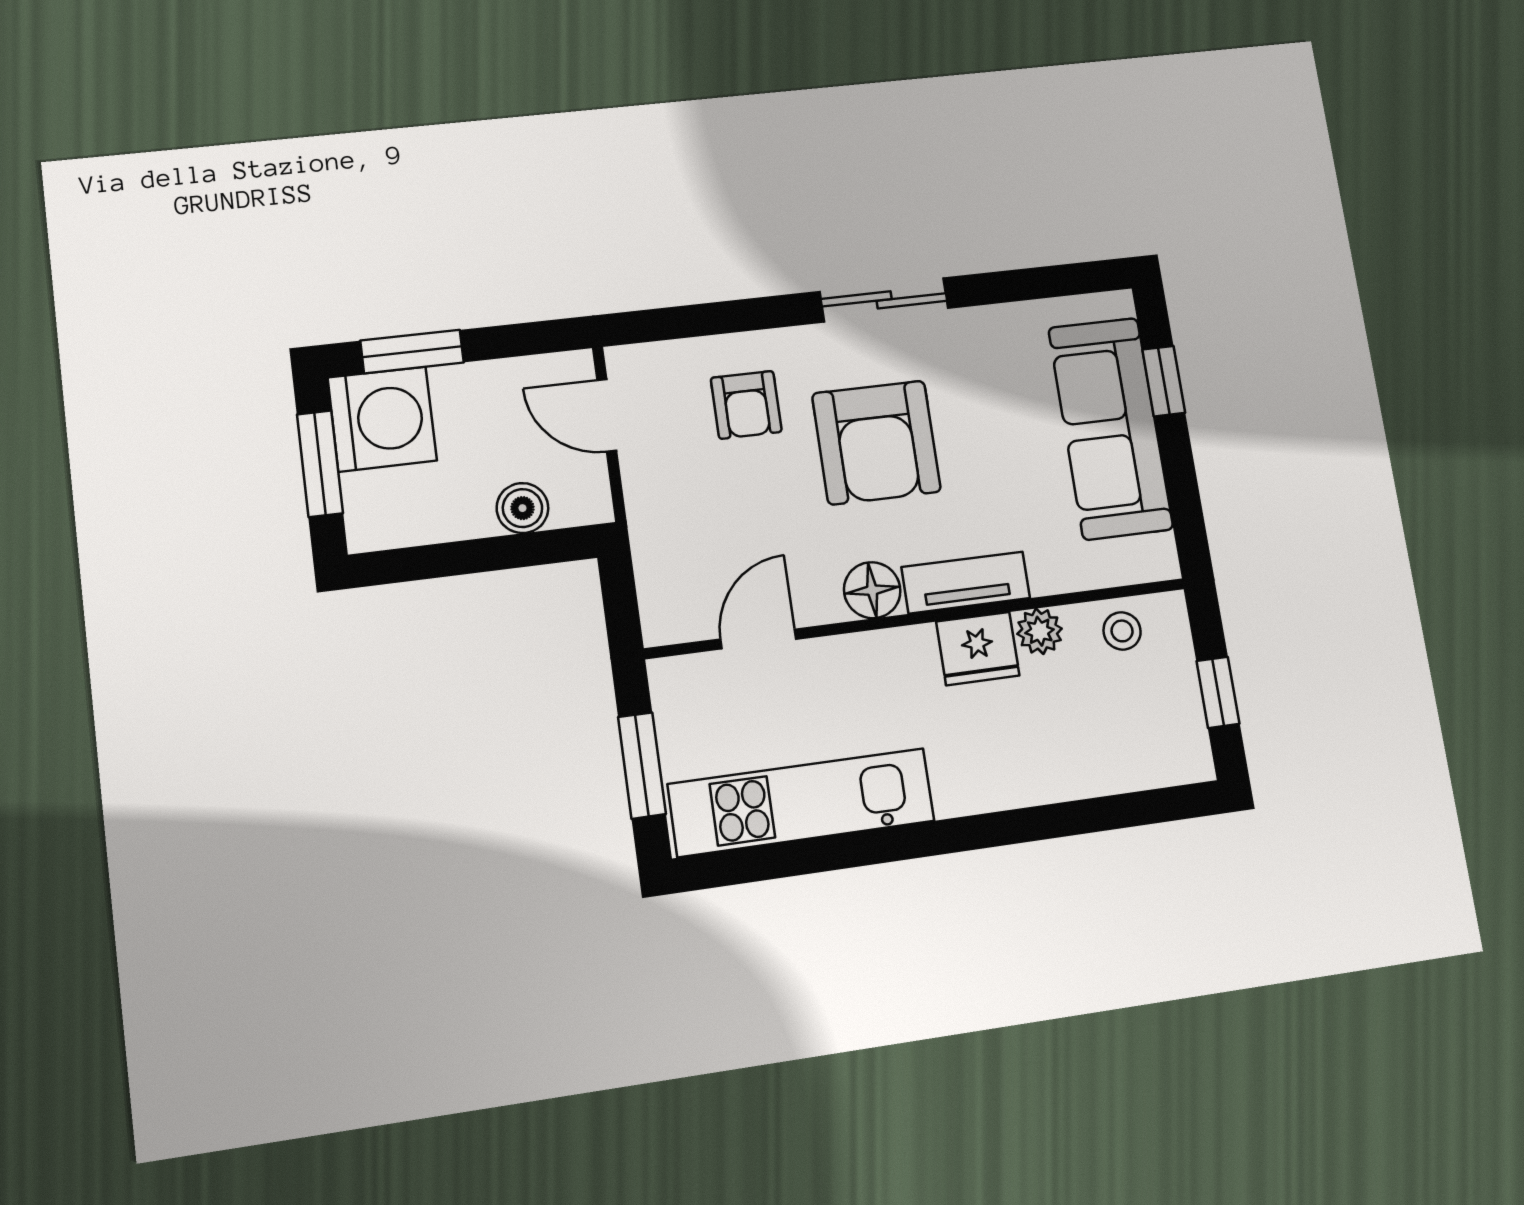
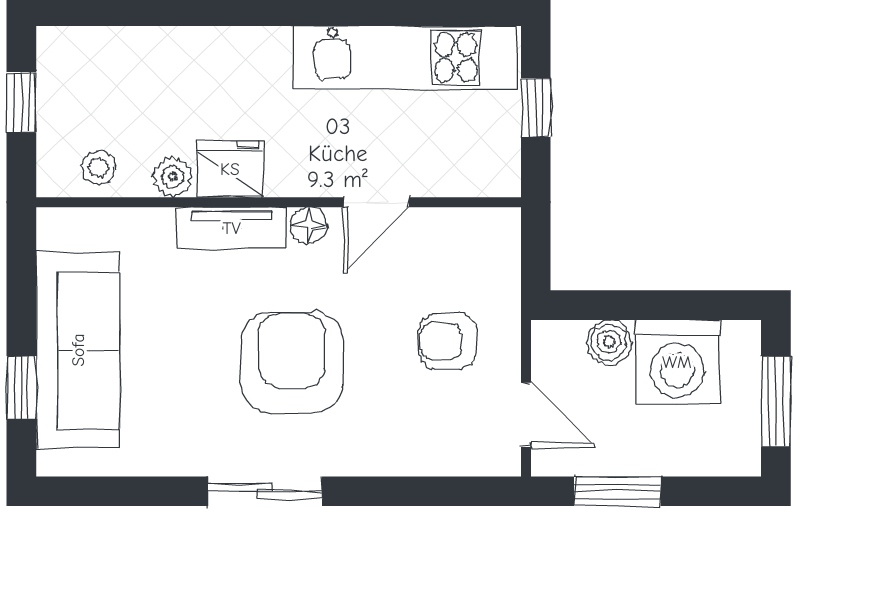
window: (412, 352) -> (617, 491), moved
armchair: (746, 405) -> (447, 341), moved, turned -90
washing machine: (382, 419) -> (677, 362), moved, turned -90
floor lamp: (872, 590) -> (309, 225), width x0.73, depth x0.73
door: (758, 639) -> (376, 202), moved
window: (642, 765) -> (536, 108), width x0.67

